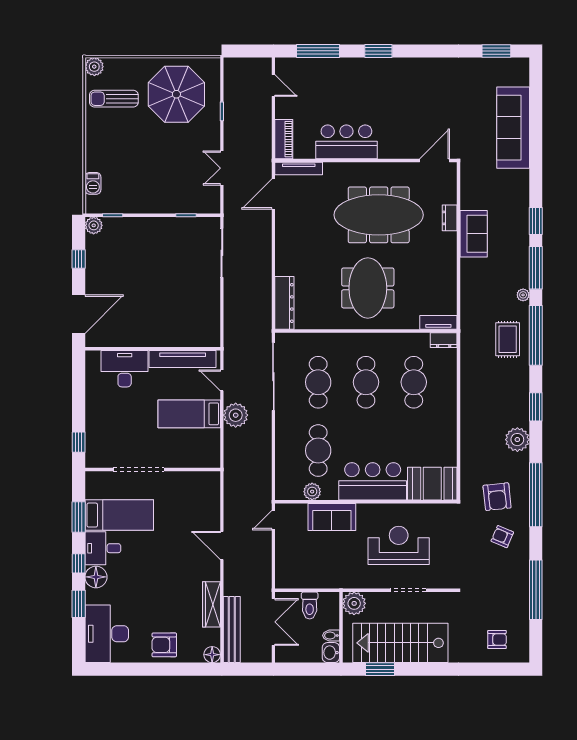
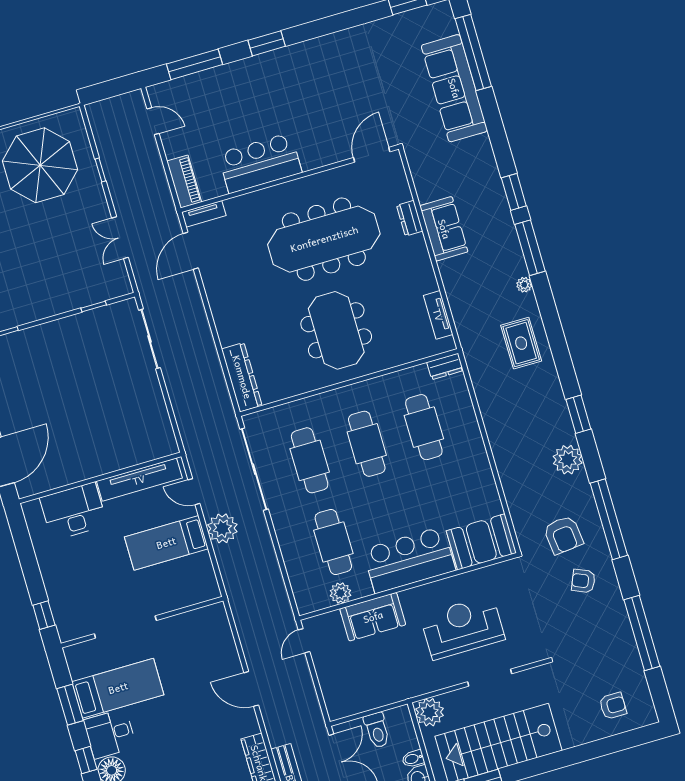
tv unit: (299, 168) -> (204, 214), width x0.71
tv unit: (438, 322) -> (438, 315), moved, turned -90
window: (536, 335) -> (473, 52), moved

